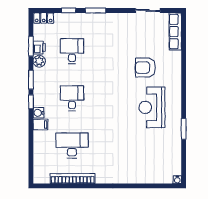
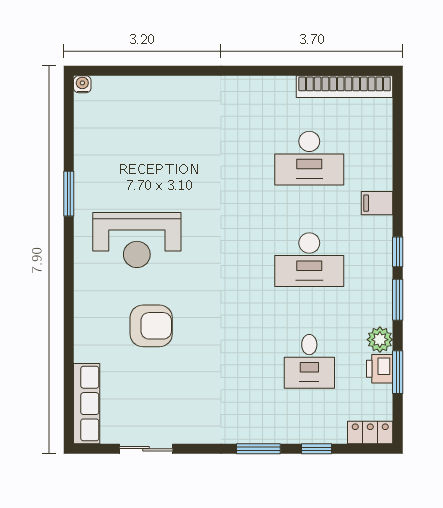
desk: (72, 98) -> (309, 260), width x1.37
reception desk: (152, 107) -> (137, 240), turned 90
water cooler: (39, 113) -> (381, 228), removed
bookcase: (73, 179) -> (345, 87), moved

